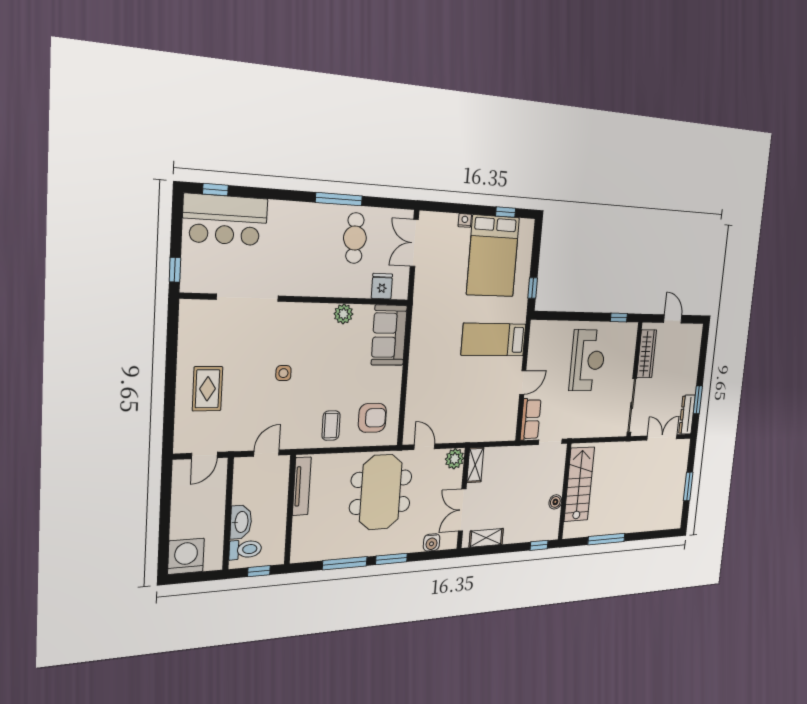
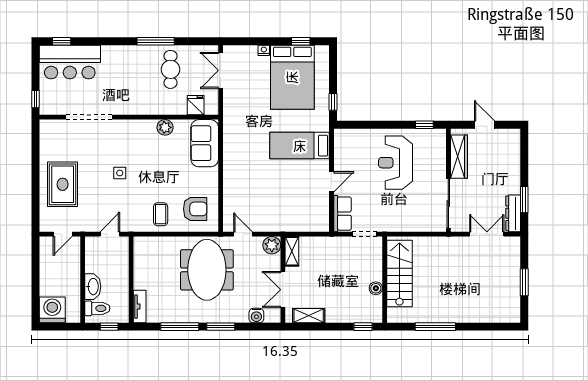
reception desk: (588, 360) -> (396, 163), turned 180
rug: (207, 389) -> (63, 184), width x1.36, depth x1.43
tv unit: (302, 486) -> (140, 307), moved, width x0.71

